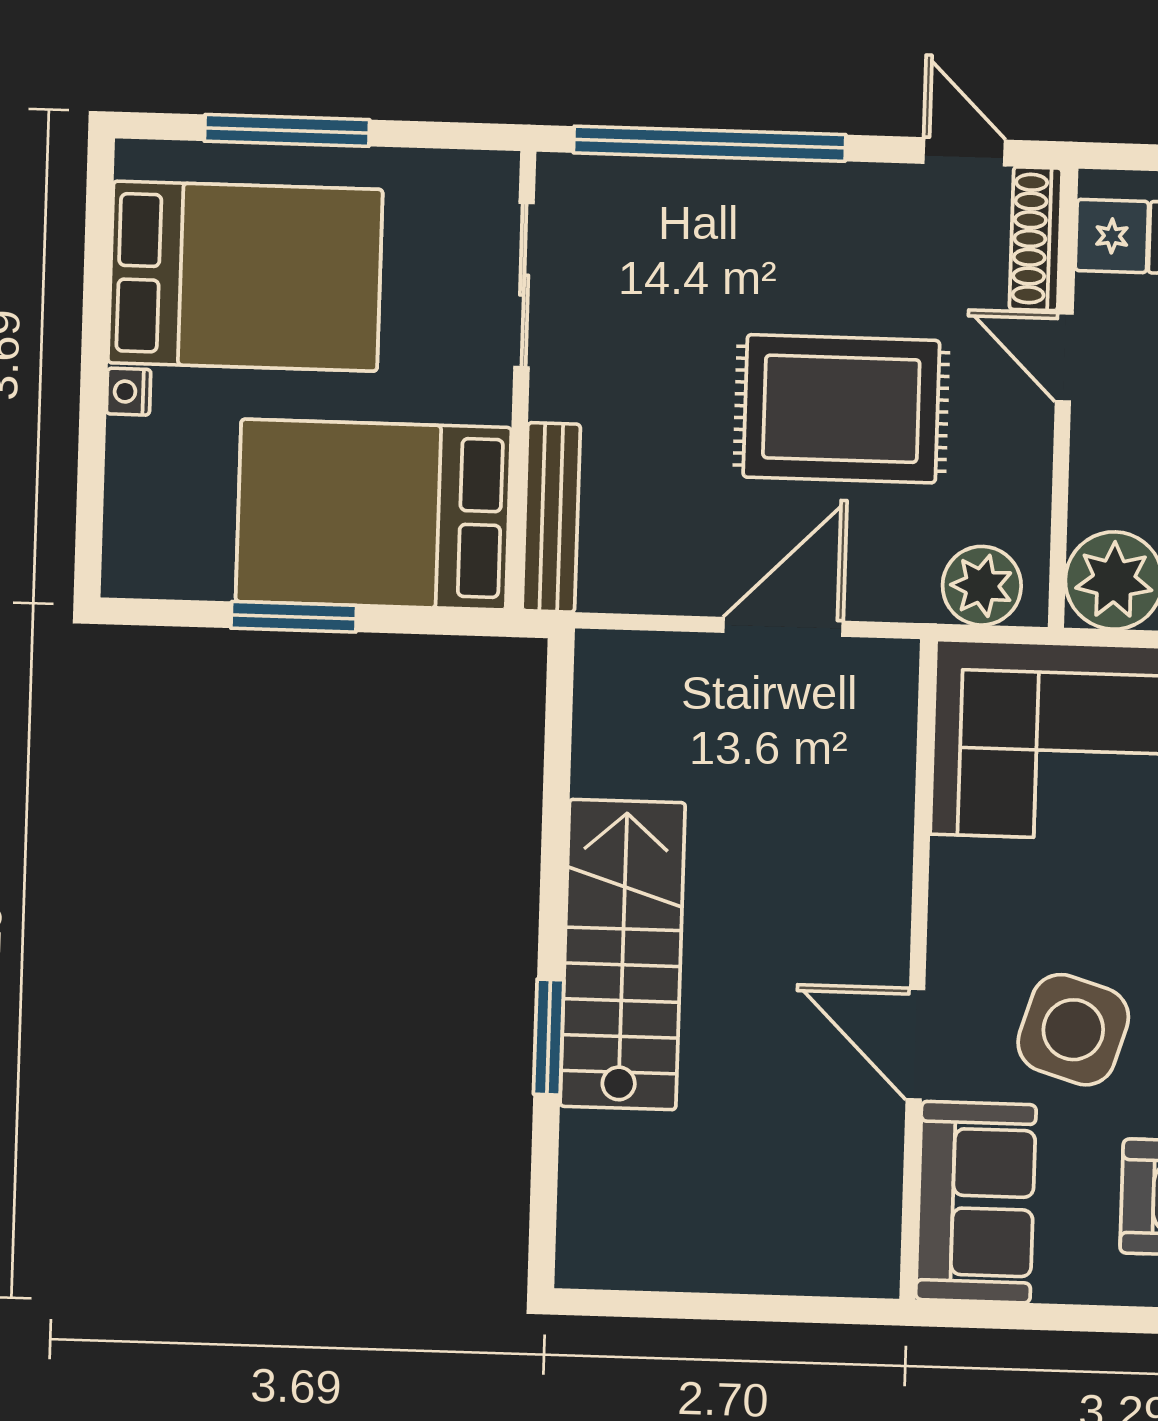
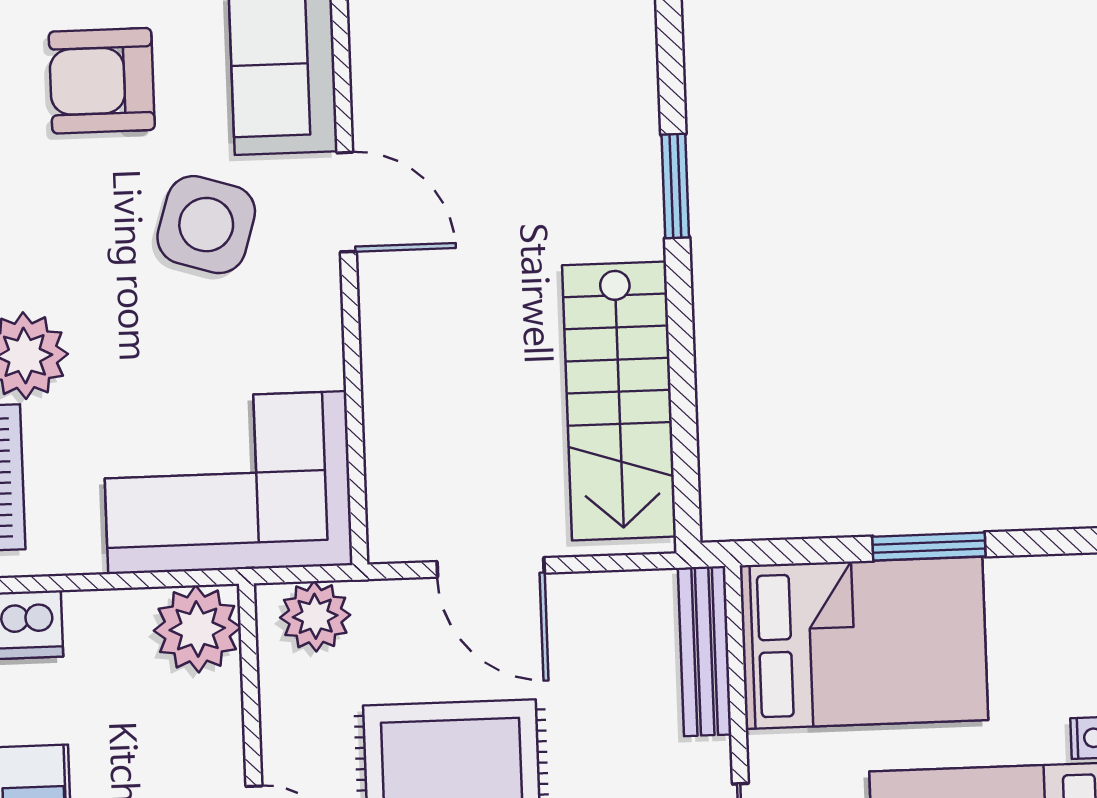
door: (783, 627) -> (491, 567), hinge flipped
stairs: (623, 954) -> (619, 401), moved

